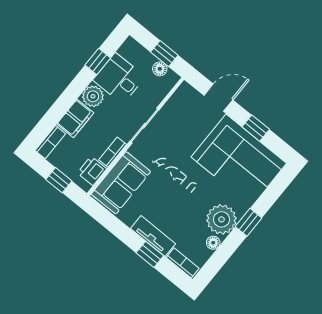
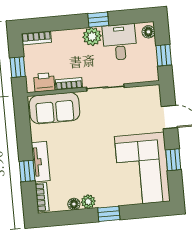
window: (98, 62) -> (98, 20), moved
floor lamp: (160, 69) -> (148, 32), moved
filing cabinet: (75, 118) -> (67, 39), removed
plant: (222, 219) -> (88, 202), width x0.53, depth x0.53

